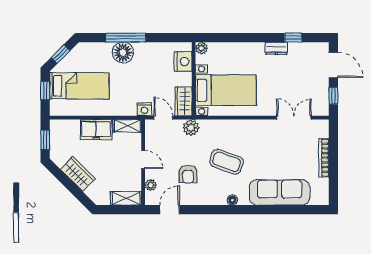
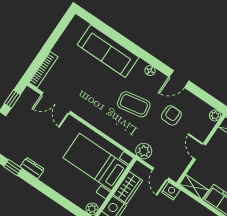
wardrobe: (183, 101) -> (128, 187), moved
bookcase: (324, 158) -> (43, 70), moved
coffee table: (227, 162) -> (134, 104), turned -31
plant: (151, 185) -> (215, 115), moved
door: (170, 210) -> (179, 79), moved

